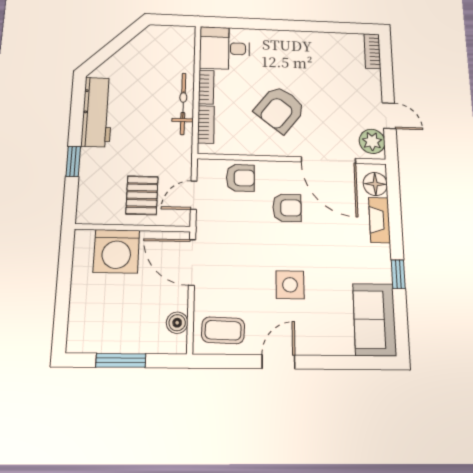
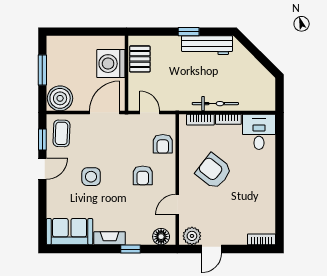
door: (329, 160) -> (177, 205), width x0.53
window: (73, 161) -> (189, 32), moved
pallet: (142, 195) -> (140, 59), moved, turned 90
fireplace: (379, 220) -> (110, 238), moved
window: (398, 274) -> (131, 249), moved
boiler: (177, 323) -> (60, 98), width x1.86, depth x1.86
window: (232, 361) -> (42, 139), added
door: (279, 362) -> (42, 169), hinge flipped

